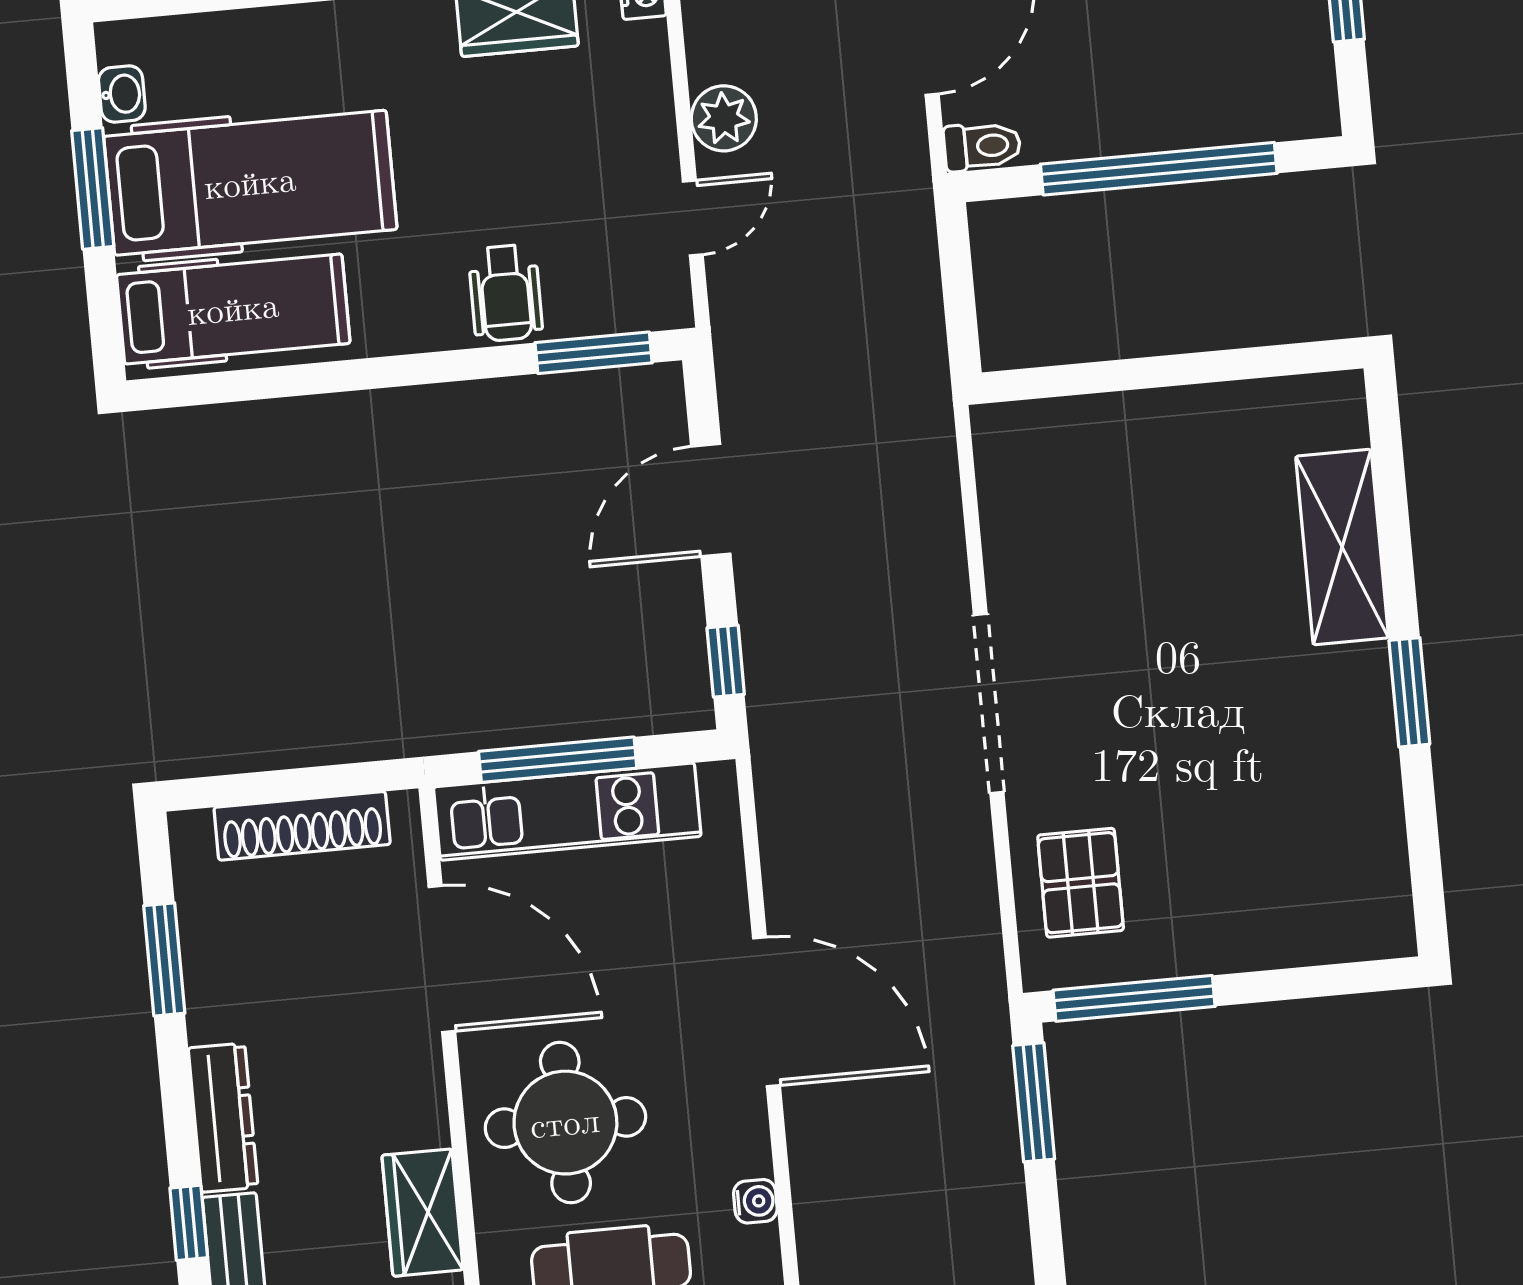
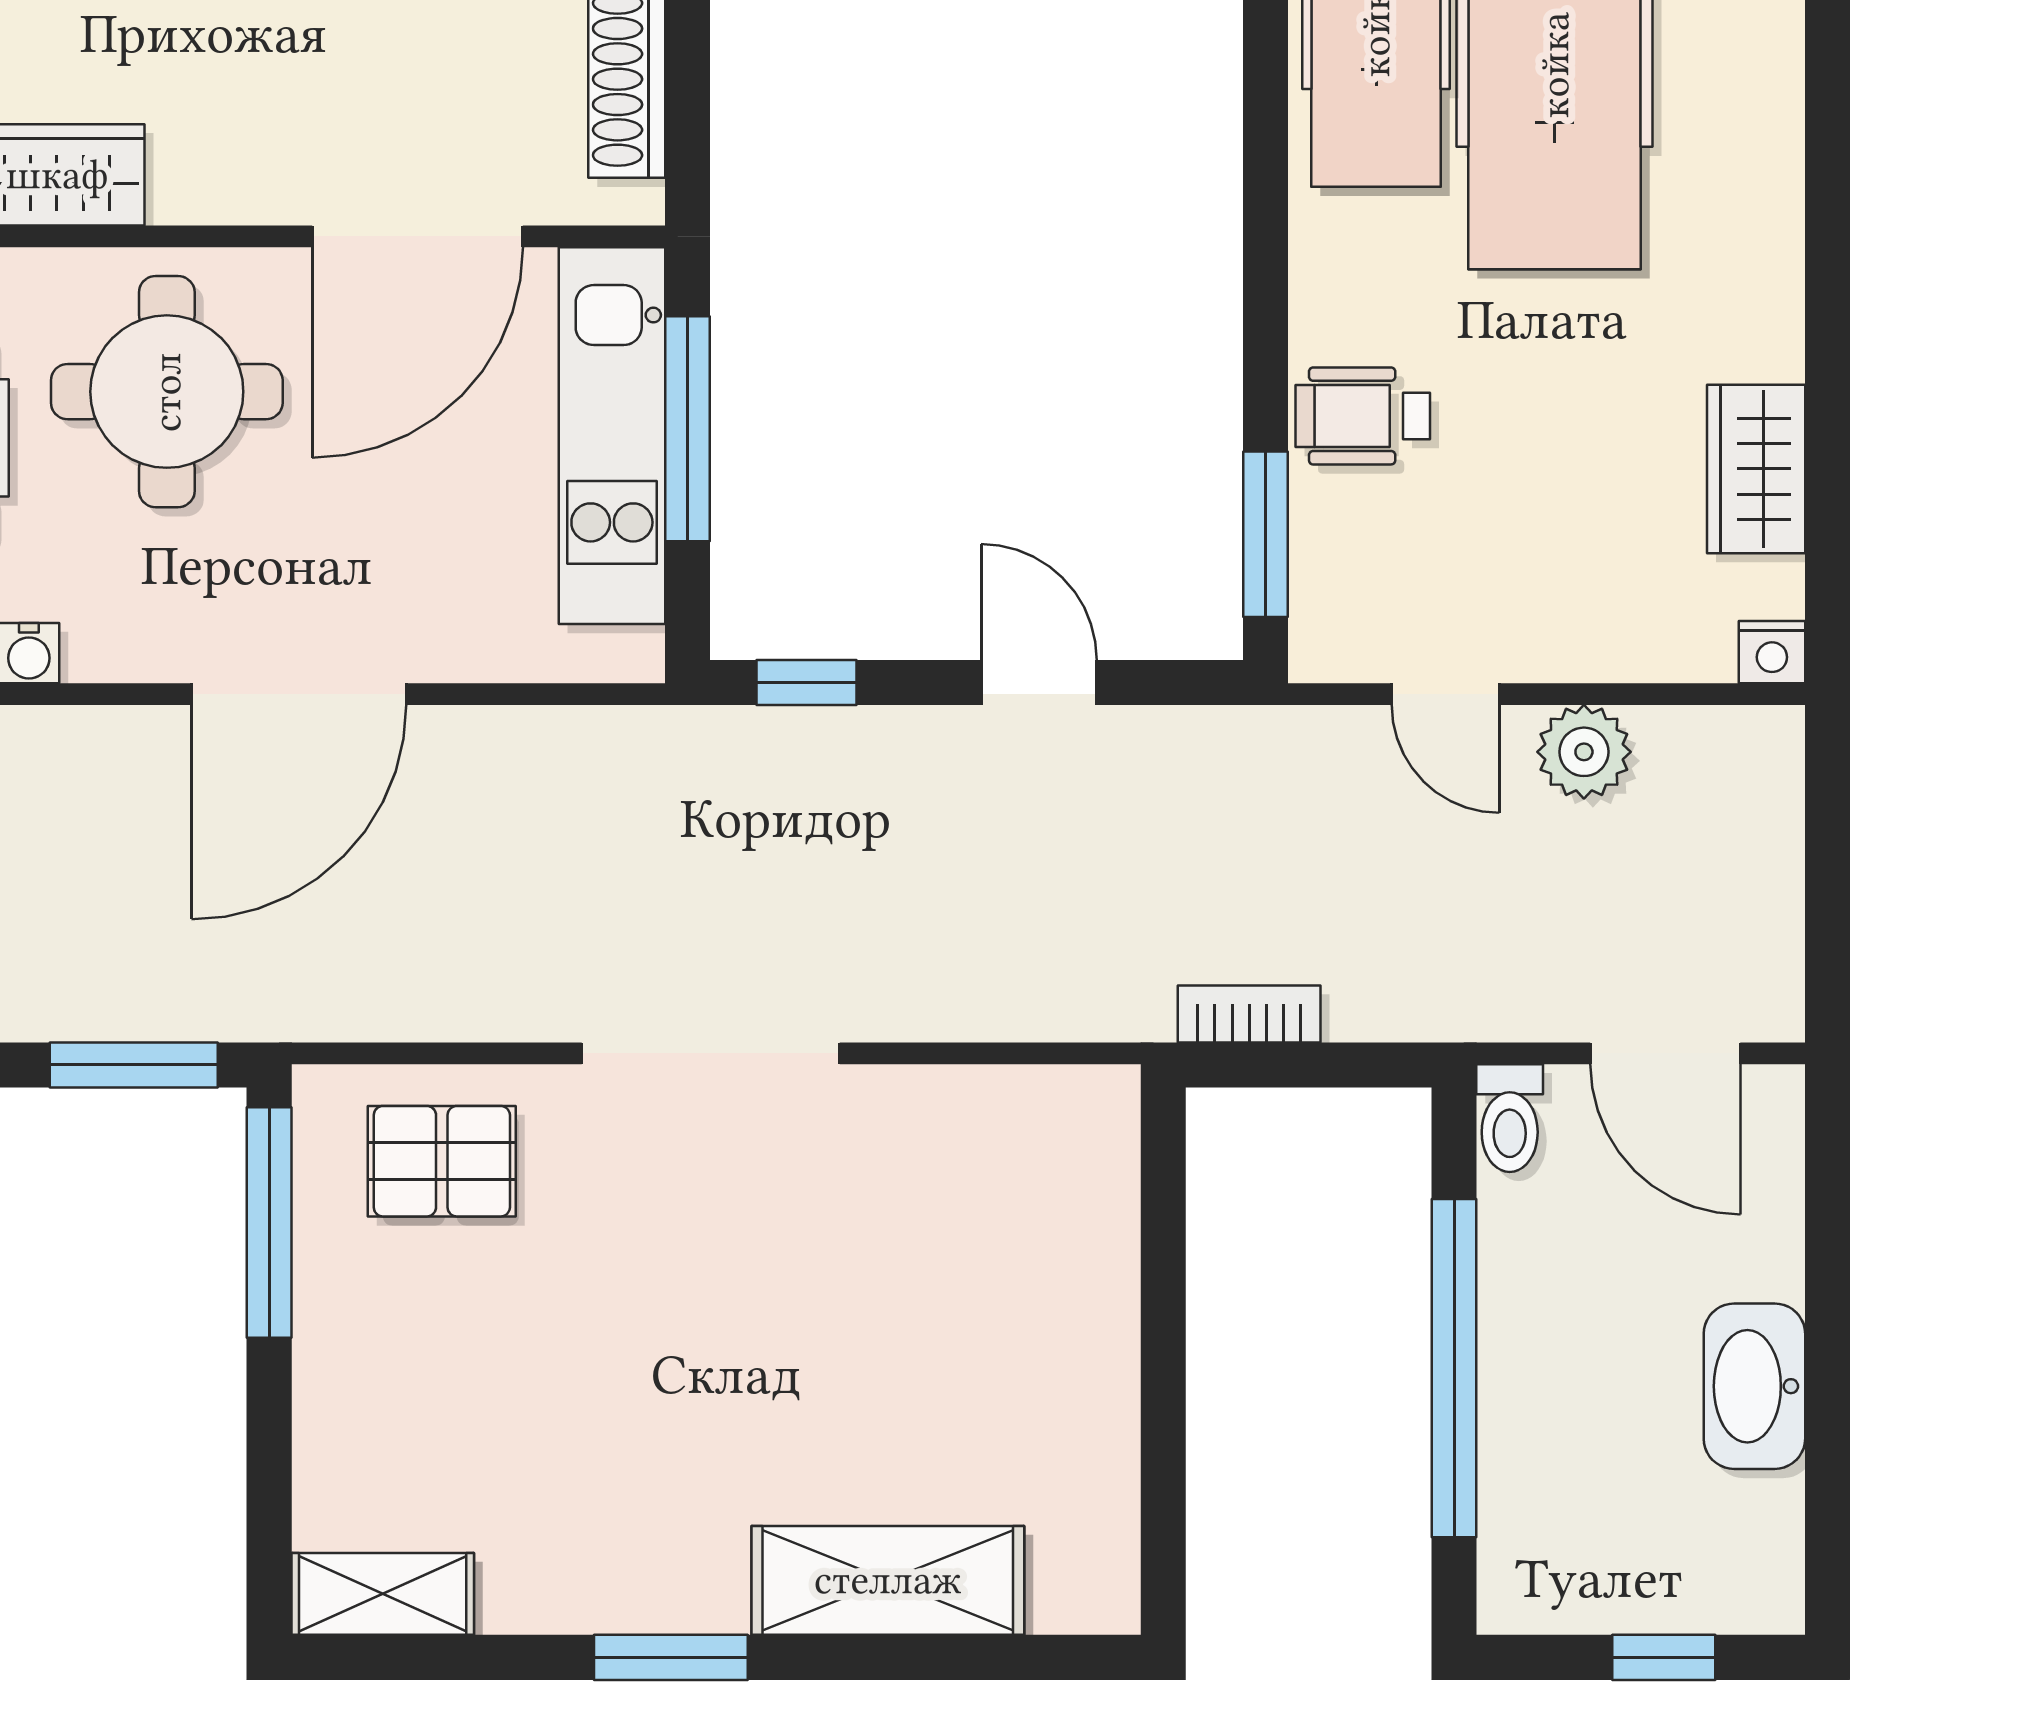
bookcase: (927, 333) -> (1249, 1014), added
door: (711, 500) -> (1039, 683), width x0.73
shelving: (1384, 896) -> (383, 1594), added

